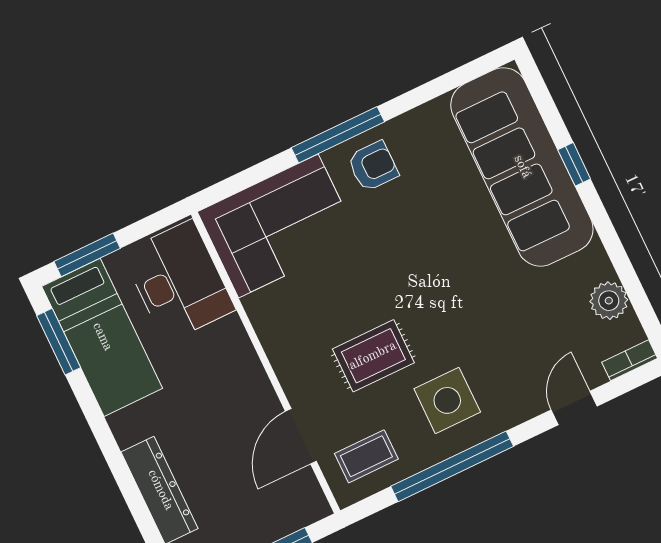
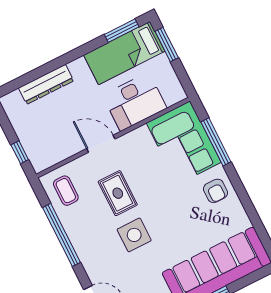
window: (338, 135) -> (216, 142), moved
desk: (179, 281) -> (135, 102), moved
side table: (447, 400) -> (134, 235), moved
door: (301, 436) -> (101, 144), moved

